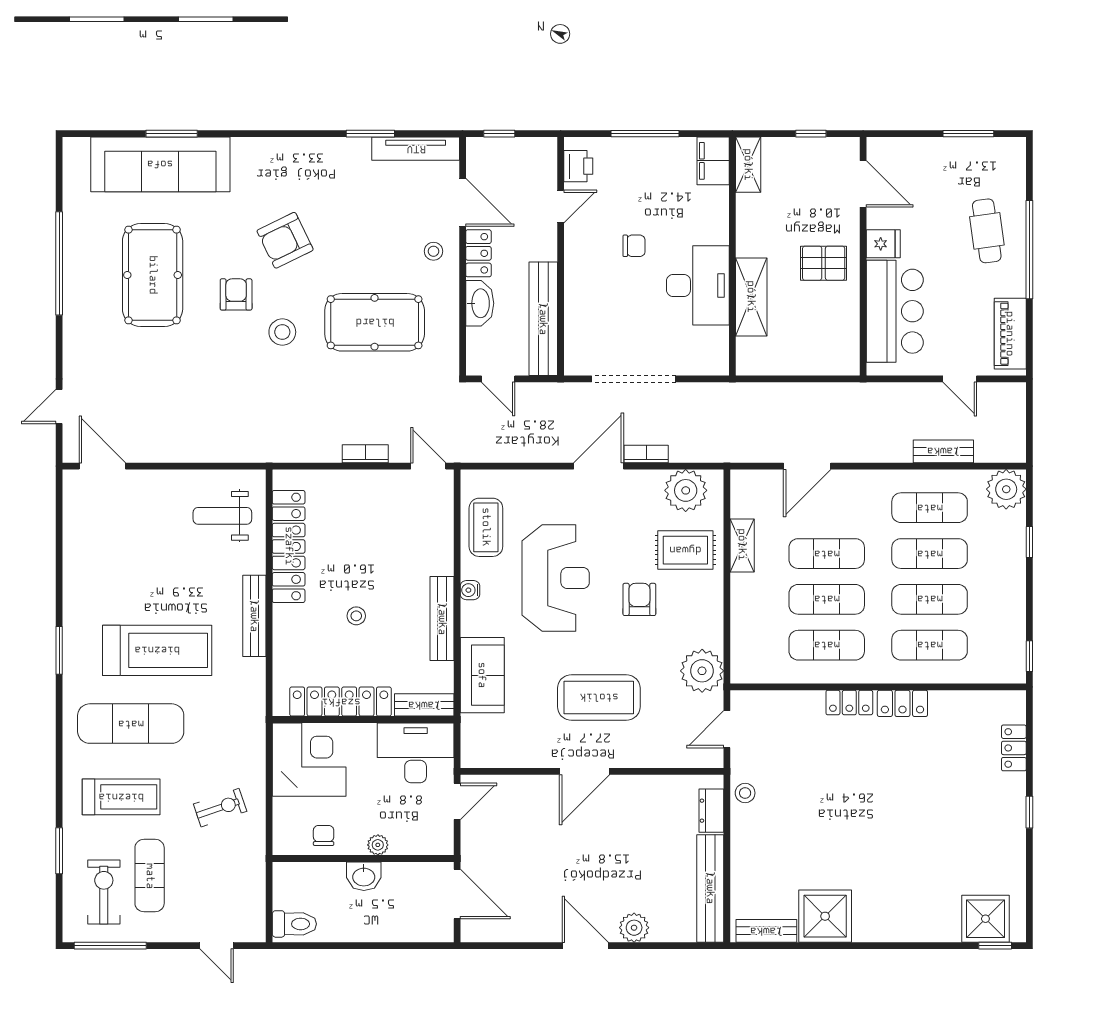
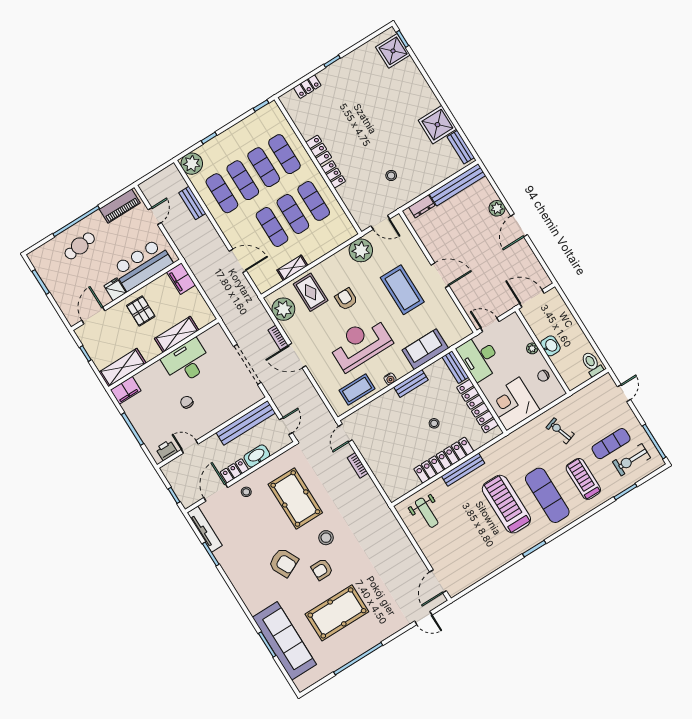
shelving: (748, 165) -> (123, 367), width x1.50, depth x1.33
filing cabinet: (835, 359) -> (181, 279), added
locker: (289, 546) -> (444, 460), moved
armchair: (639, 599) -> (346, 299), turned 90
bench: (442, 619) -> (411, 384), width x0.73
stool: (745, 793) -> (391, 175), moved
door: (457, 894) -> (532, 298), hinge flipped

